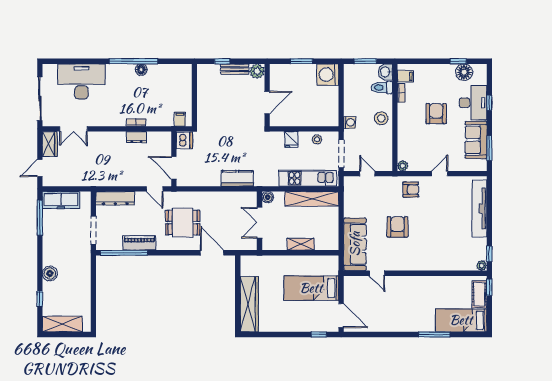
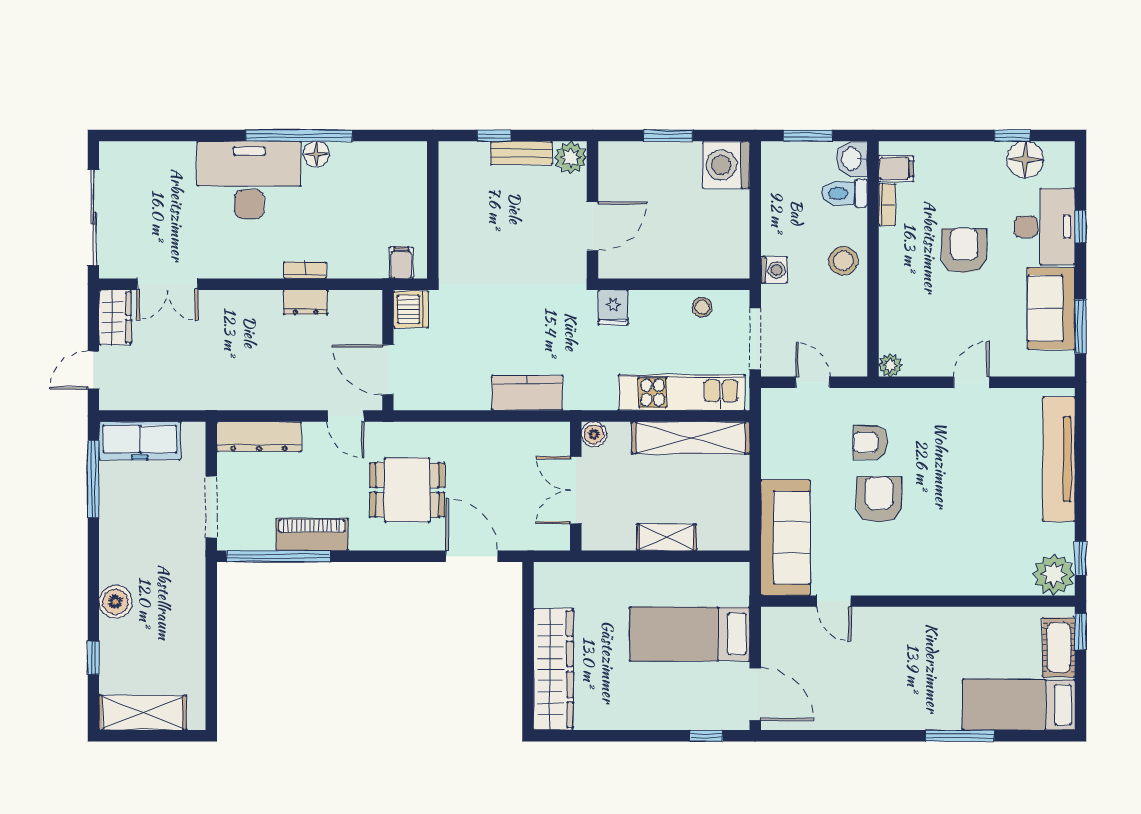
desk: (81, 81) -> (249, 180), moved
fridge: (291, 139) -> (613, 307), moved
armchair: (411, 190) -> (870, 442), moved, turned 180
plant: (482, 266) -> (1054, 575), width x1.88, depth x1.88

